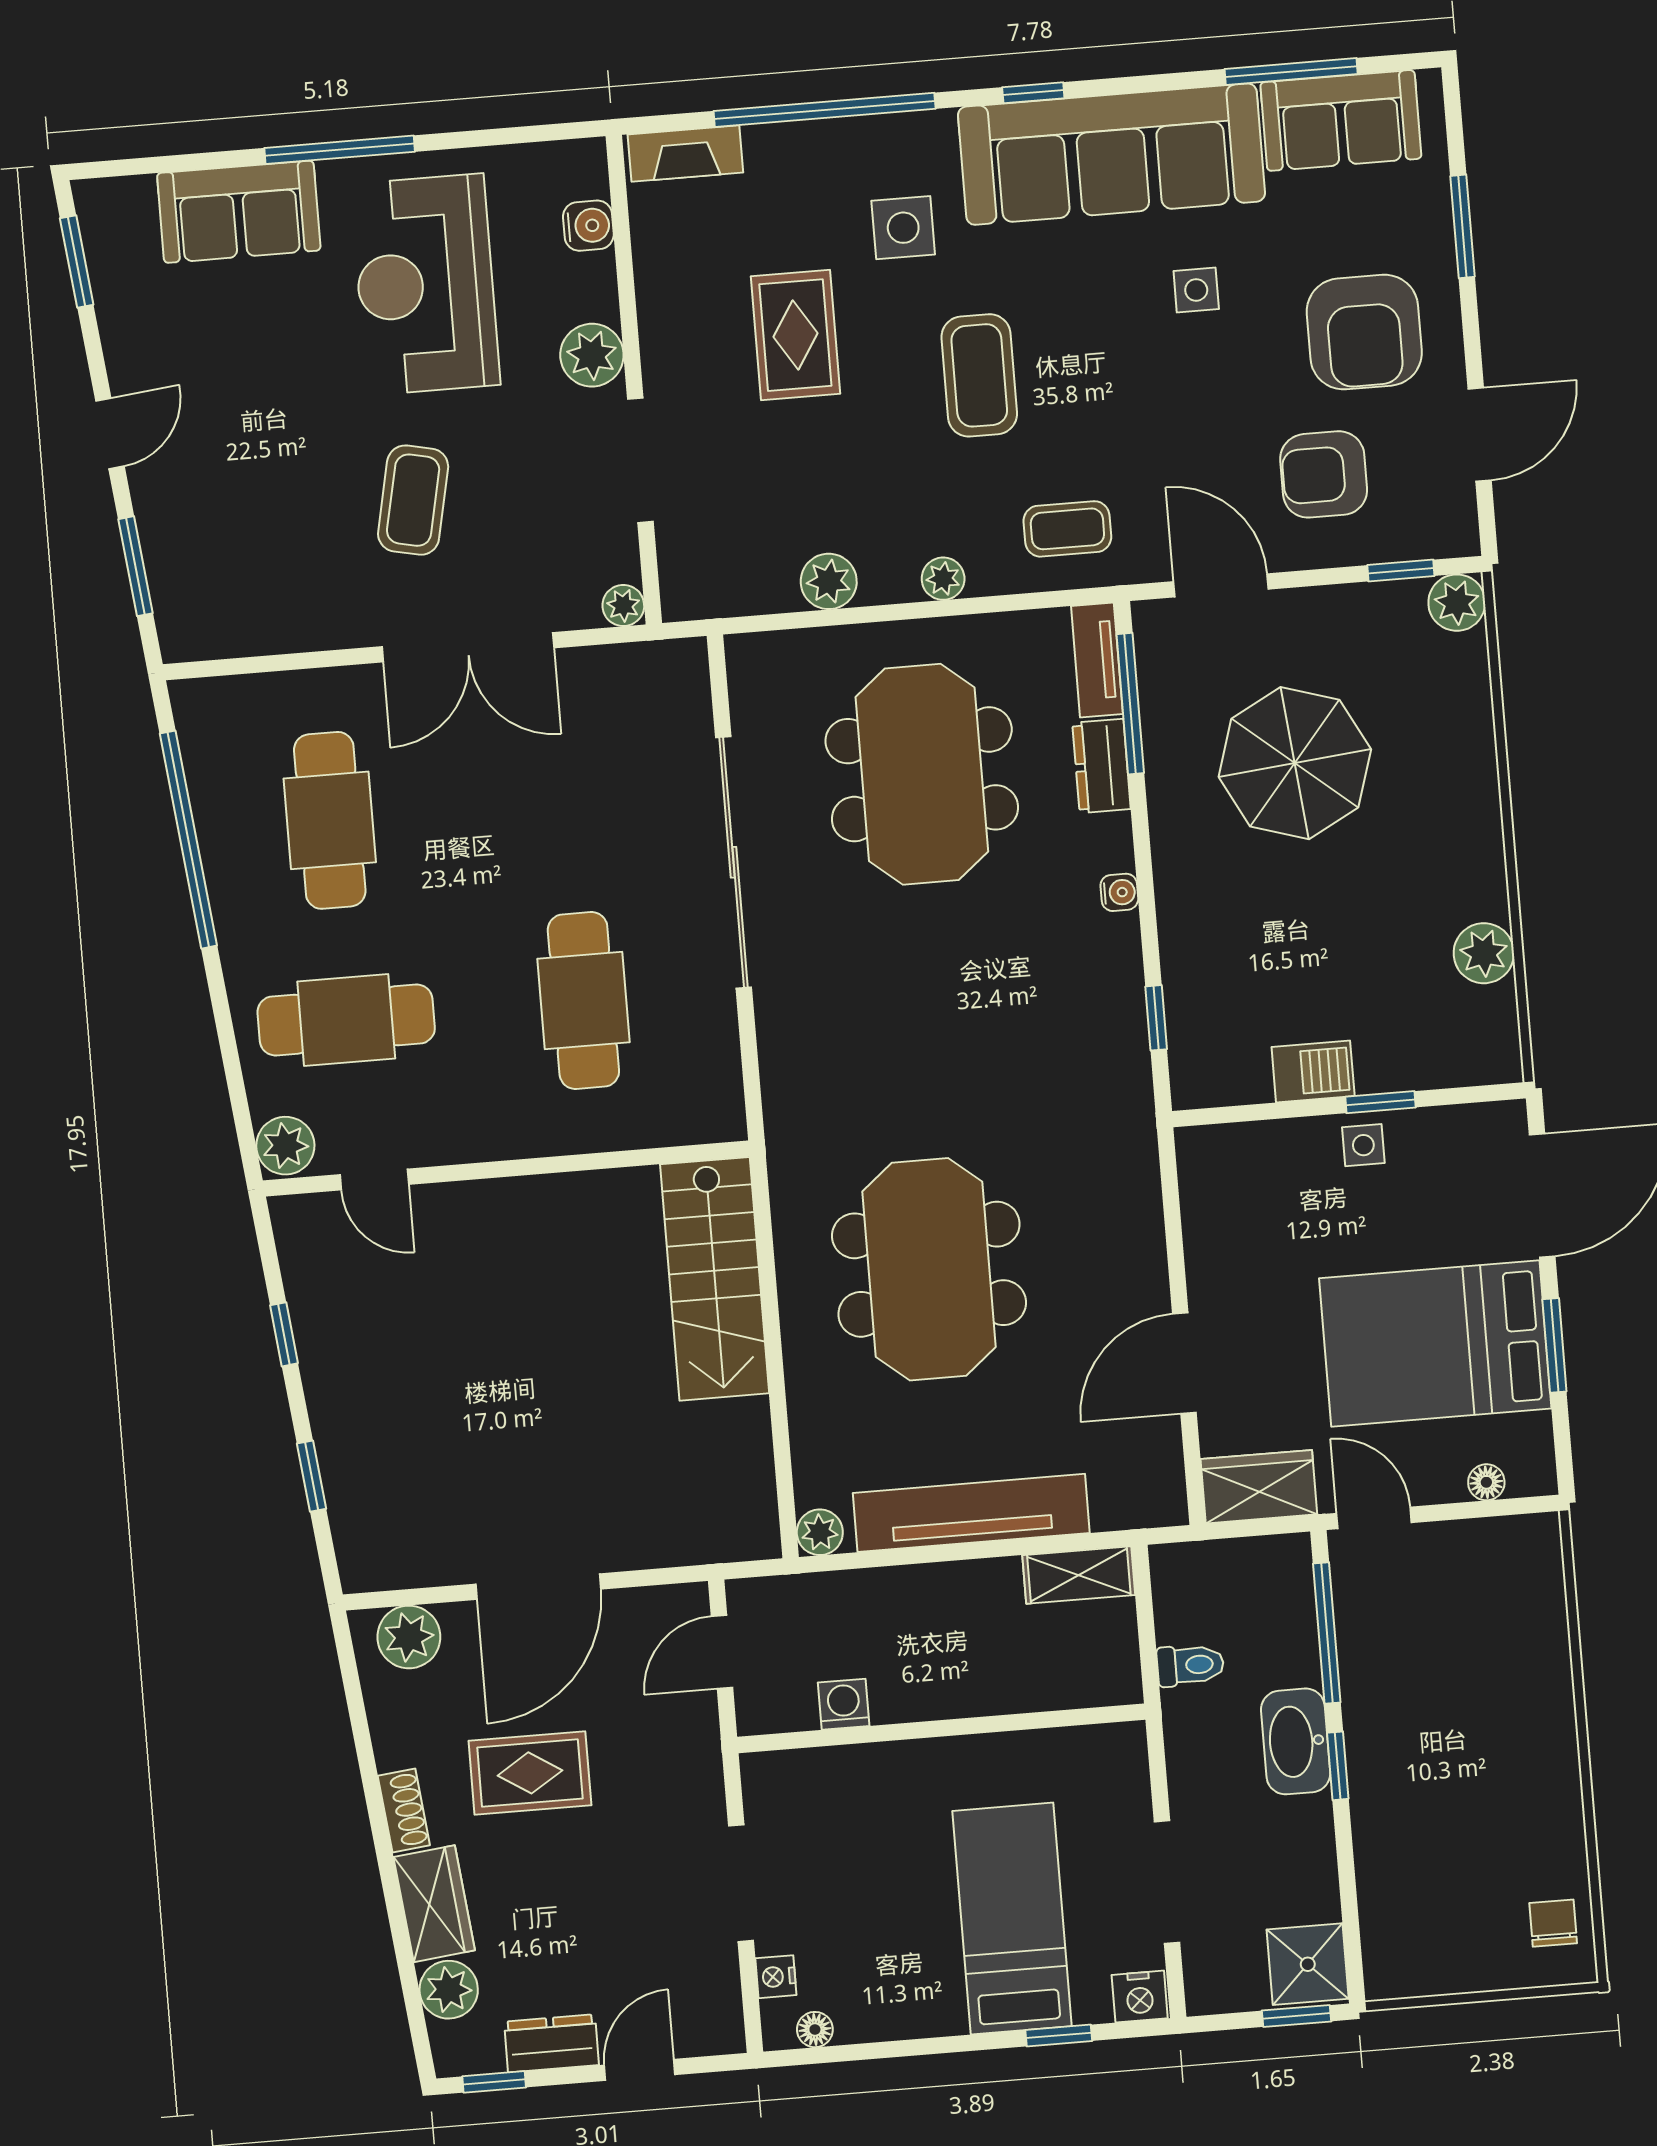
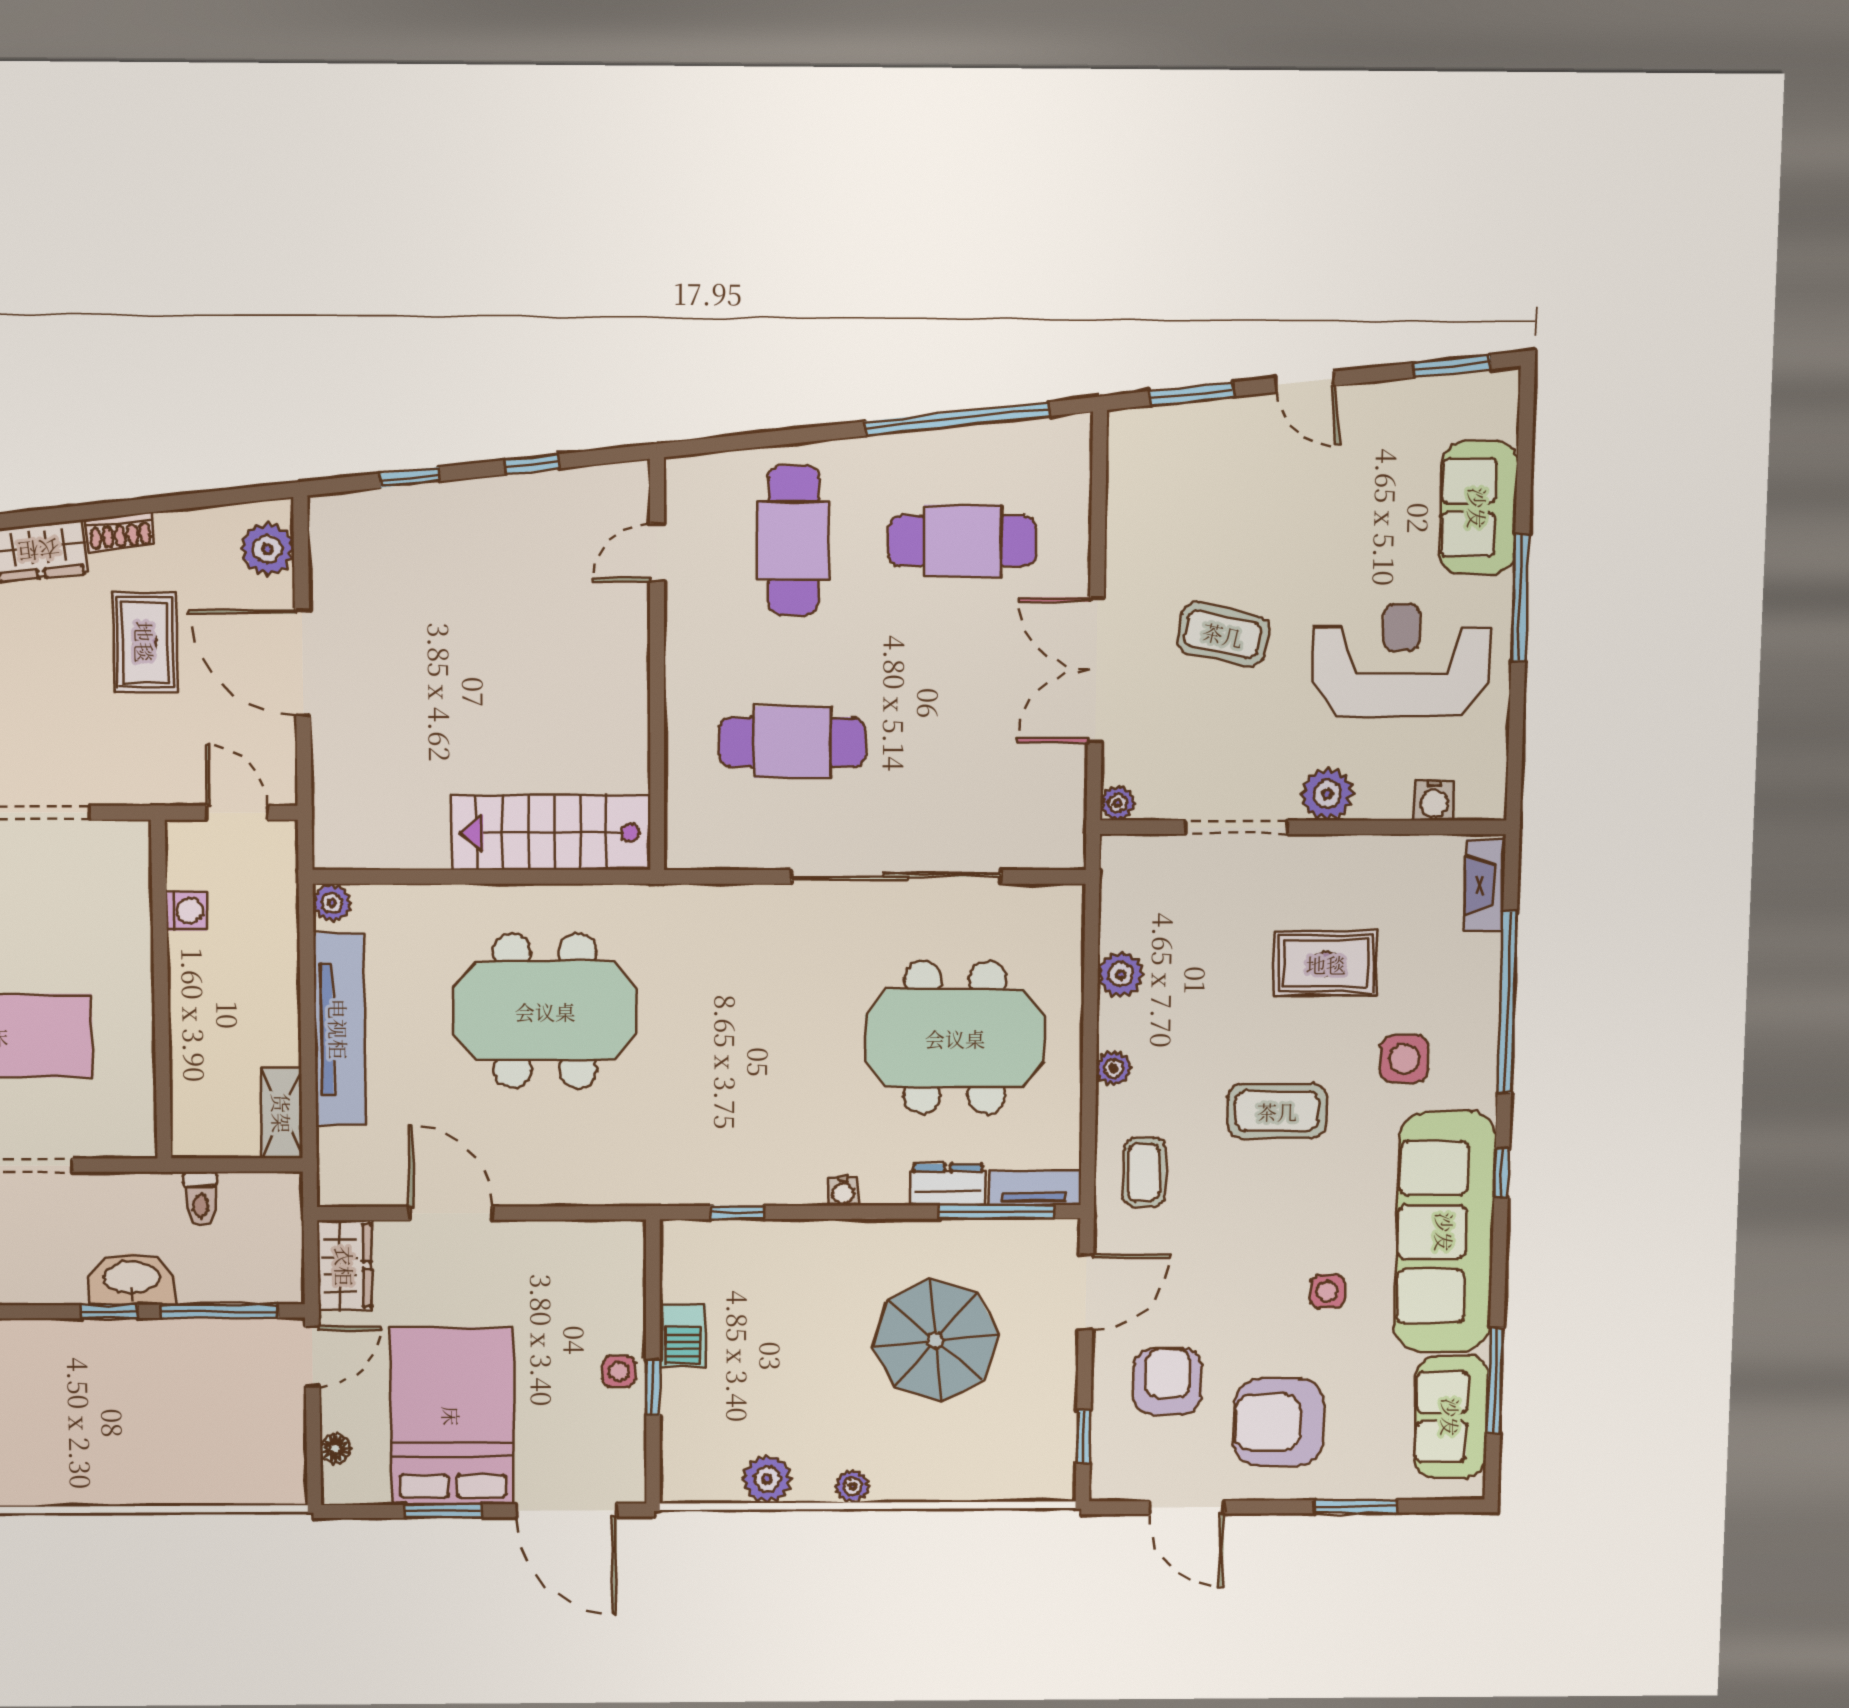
plant: (1457, 603) -> (853, 1486), moved, width x0.73, depth x0.73
plant: (285, 1146) -> (692, 479), removed

